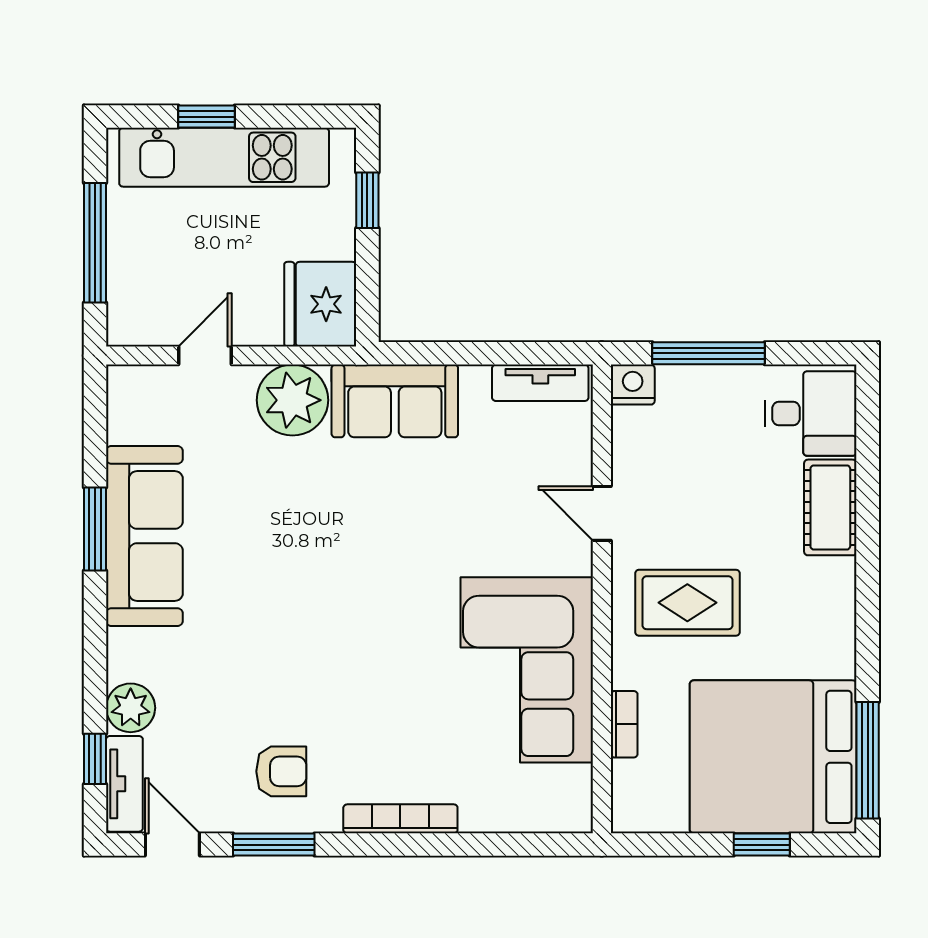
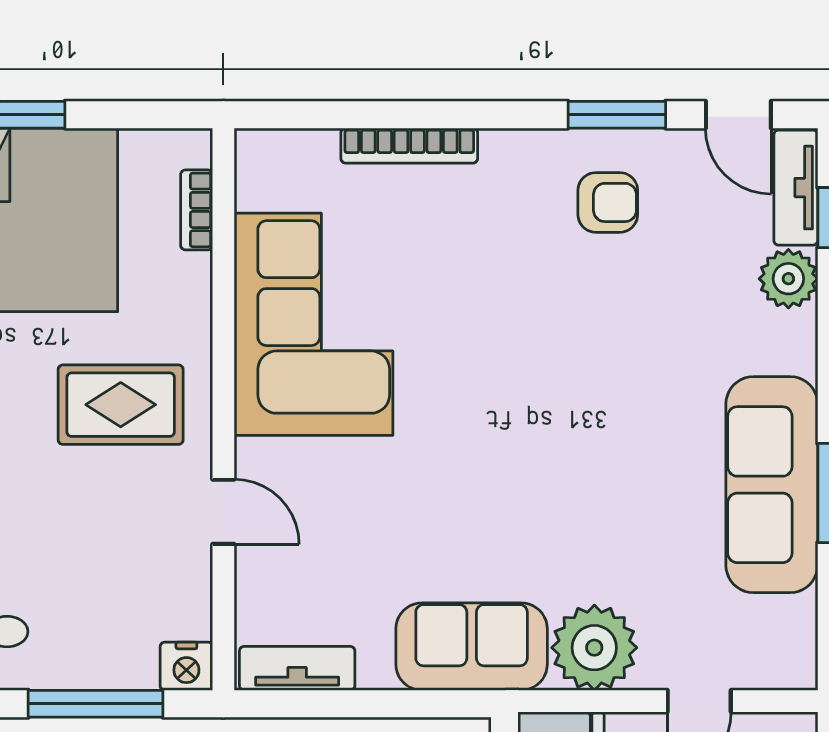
bookcase: (624, 724) -> (197, 210), moved
armchair: (281, 771) -> (608, 202), turned 180
bookcase: (400, 819) -> (409, 146), moved

